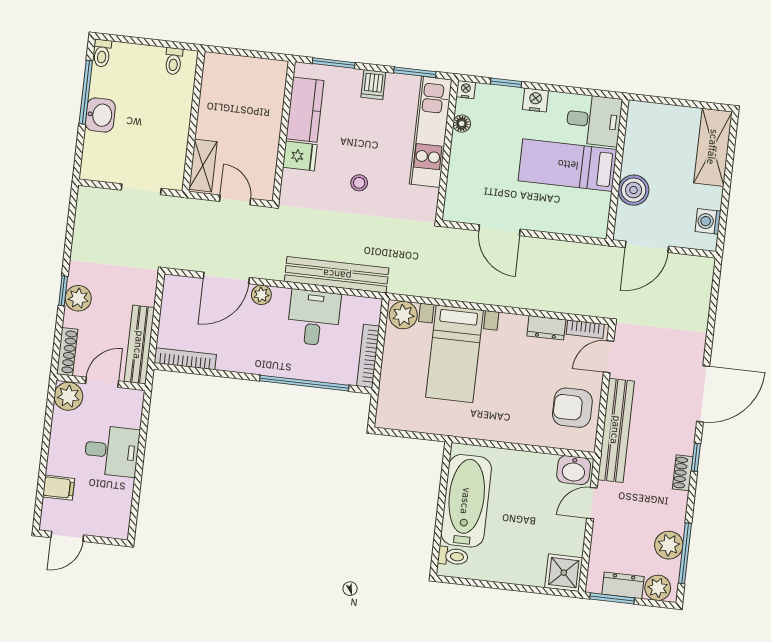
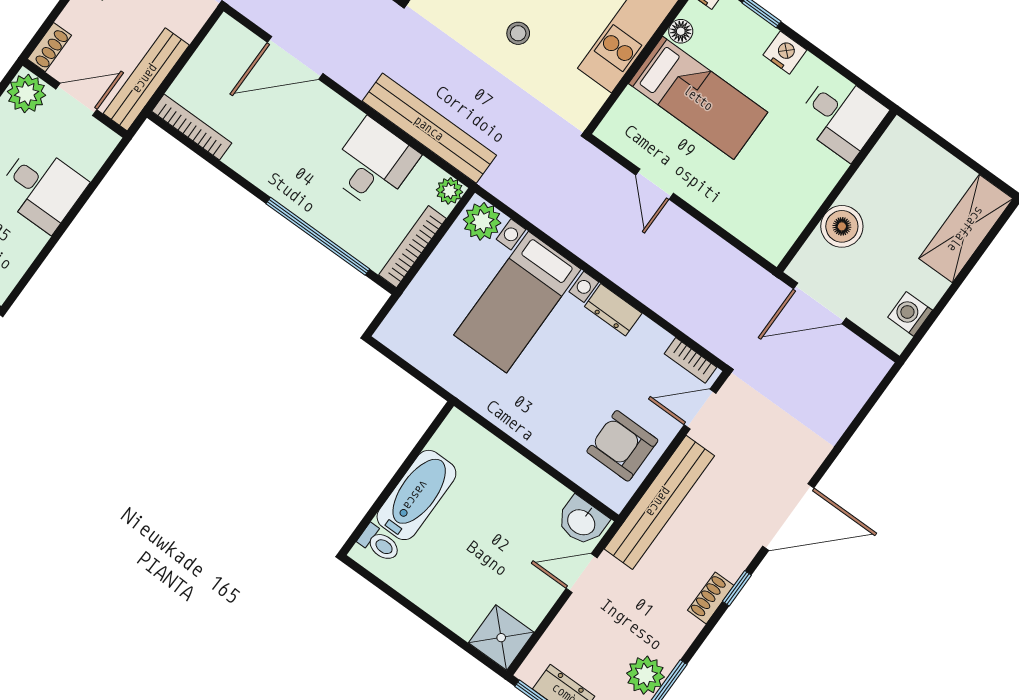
bed: (568, 165) -> (698, 98), moved, turned 180
door: (499, 230) -> (654, 184), width x0.73
plant: (261, 295) -> (450, 191), moved
dresser: (546, 328) -> (613, 310), moved
shoe rack: (67, 352) -> (49, 47), width x0.70
bathtub: (466, 501) -> (416, 495), width x0.73, depth x0.73

